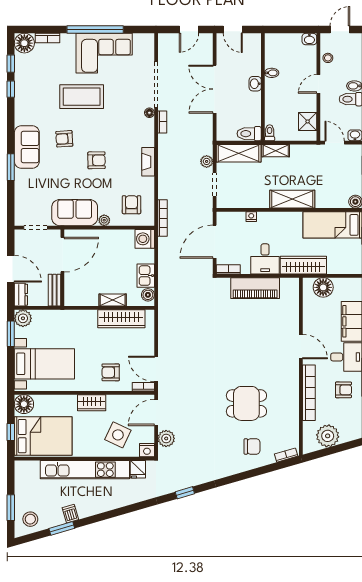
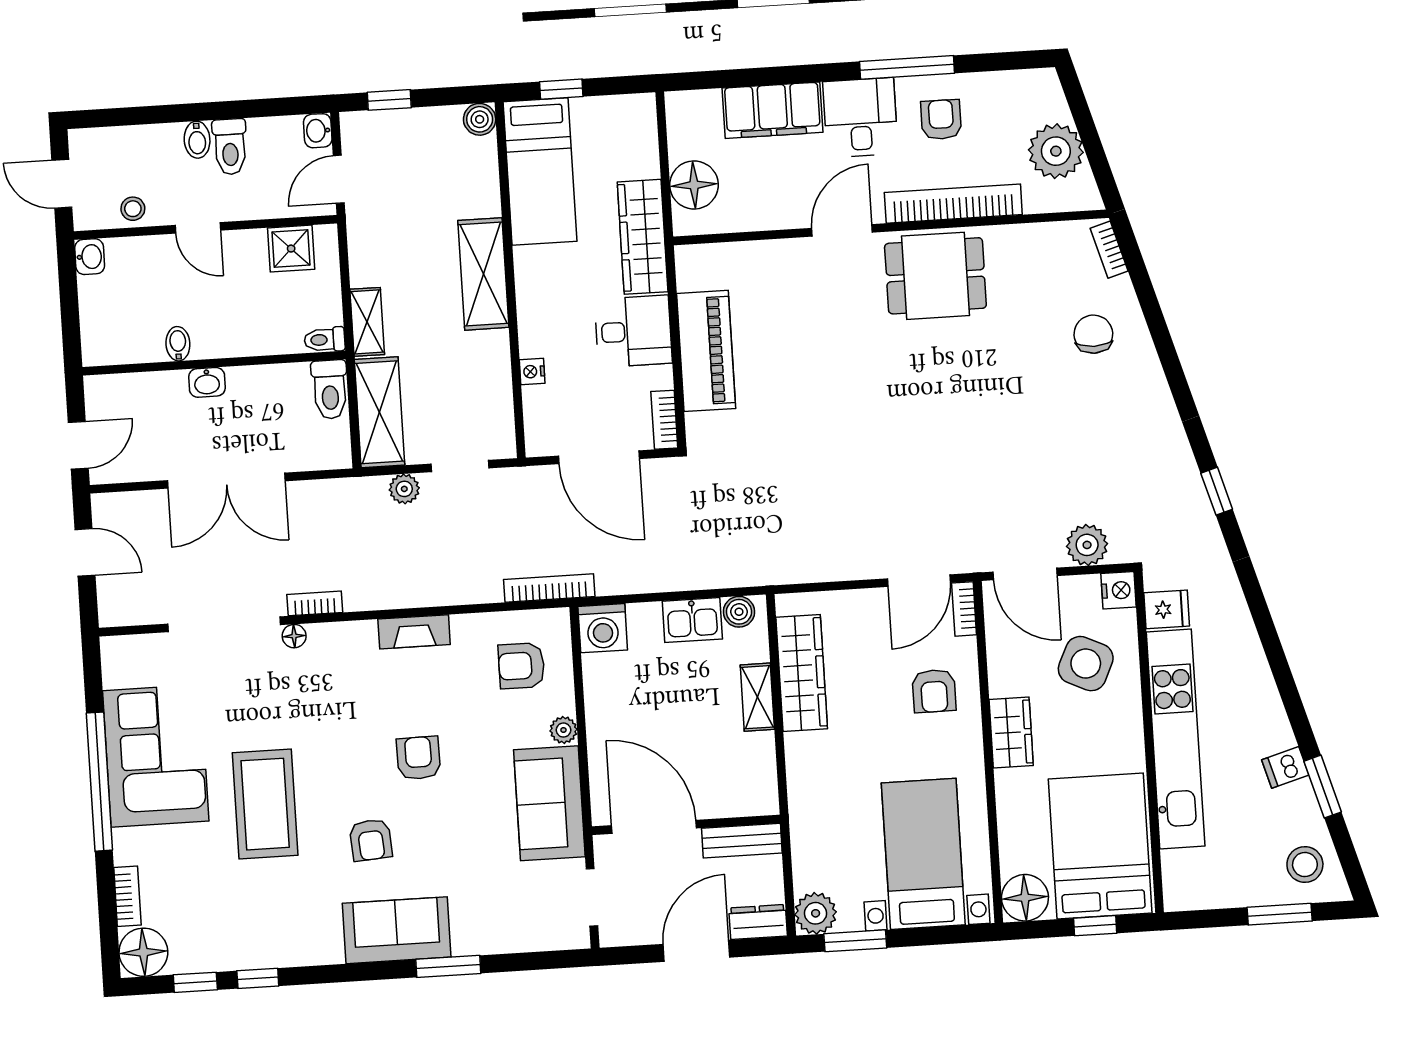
dining table: (246, 403) -> (935, 276), moved, turned 90

